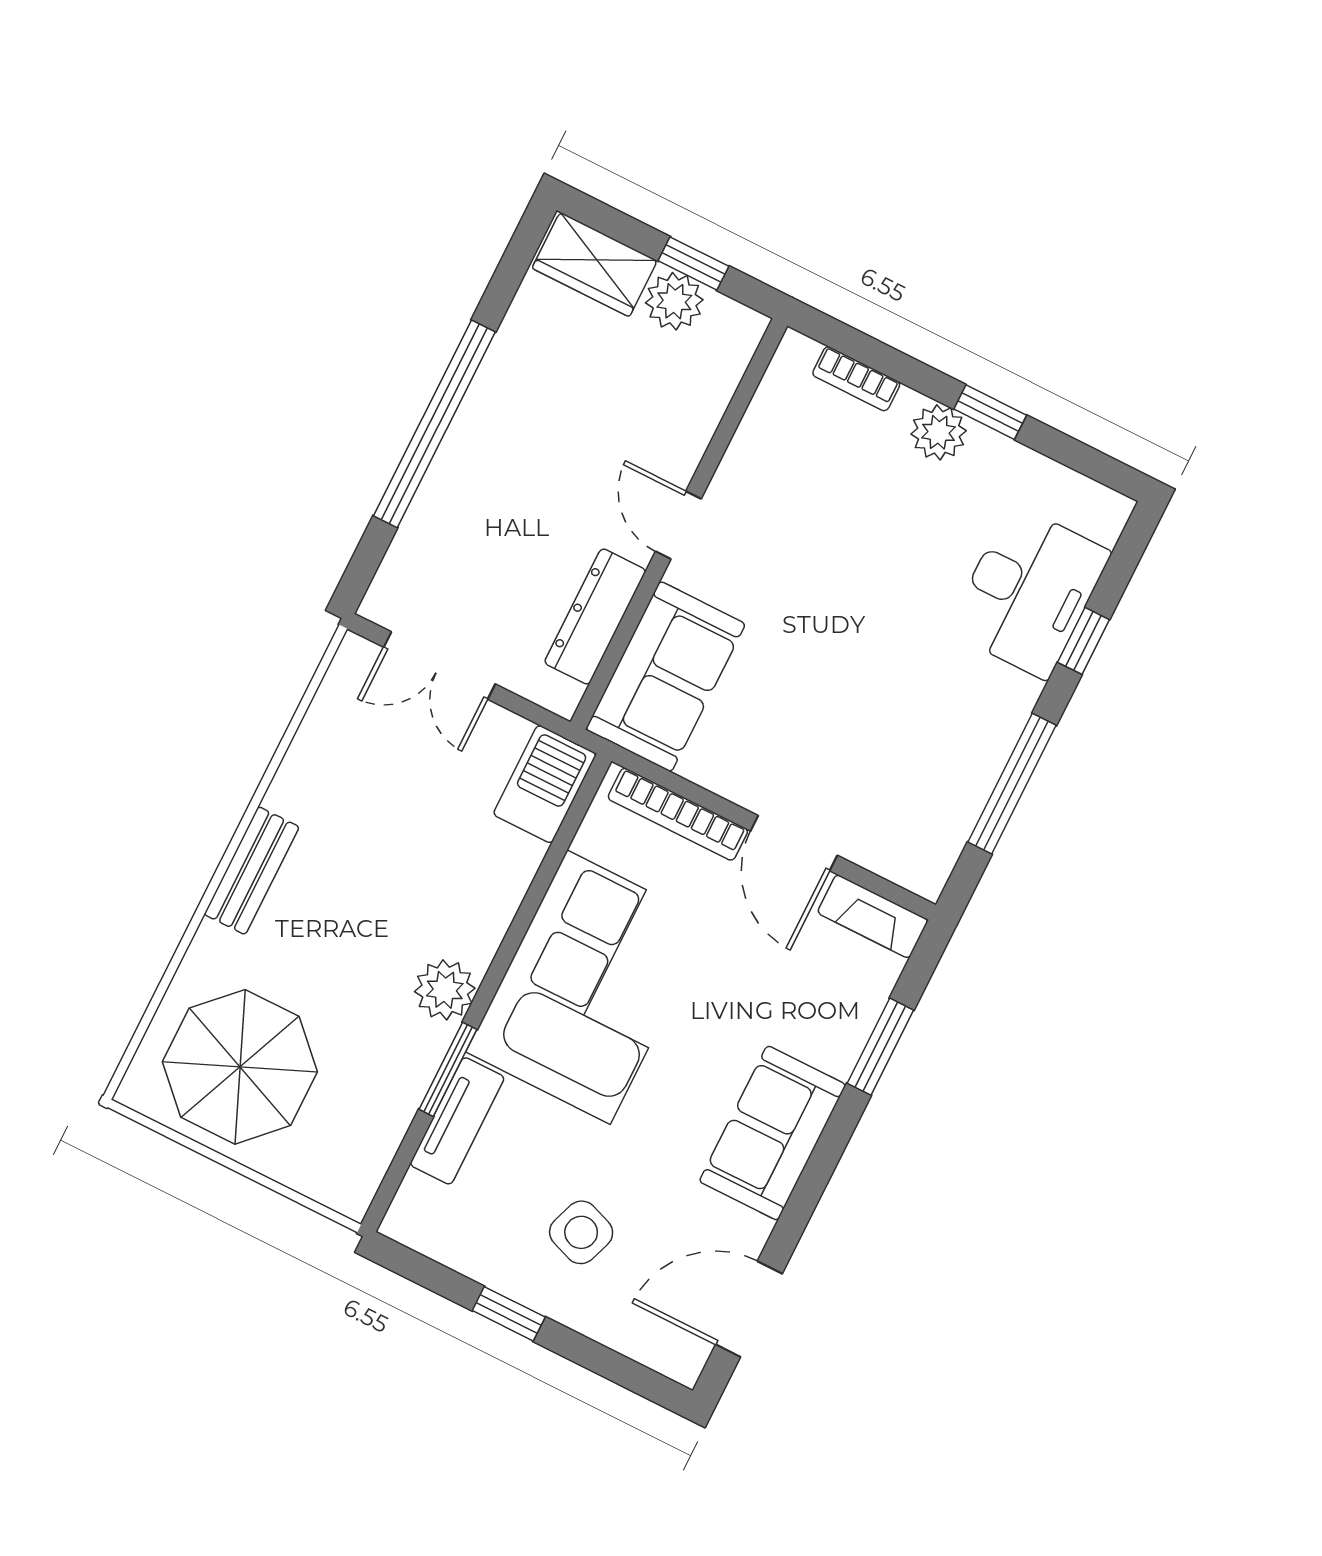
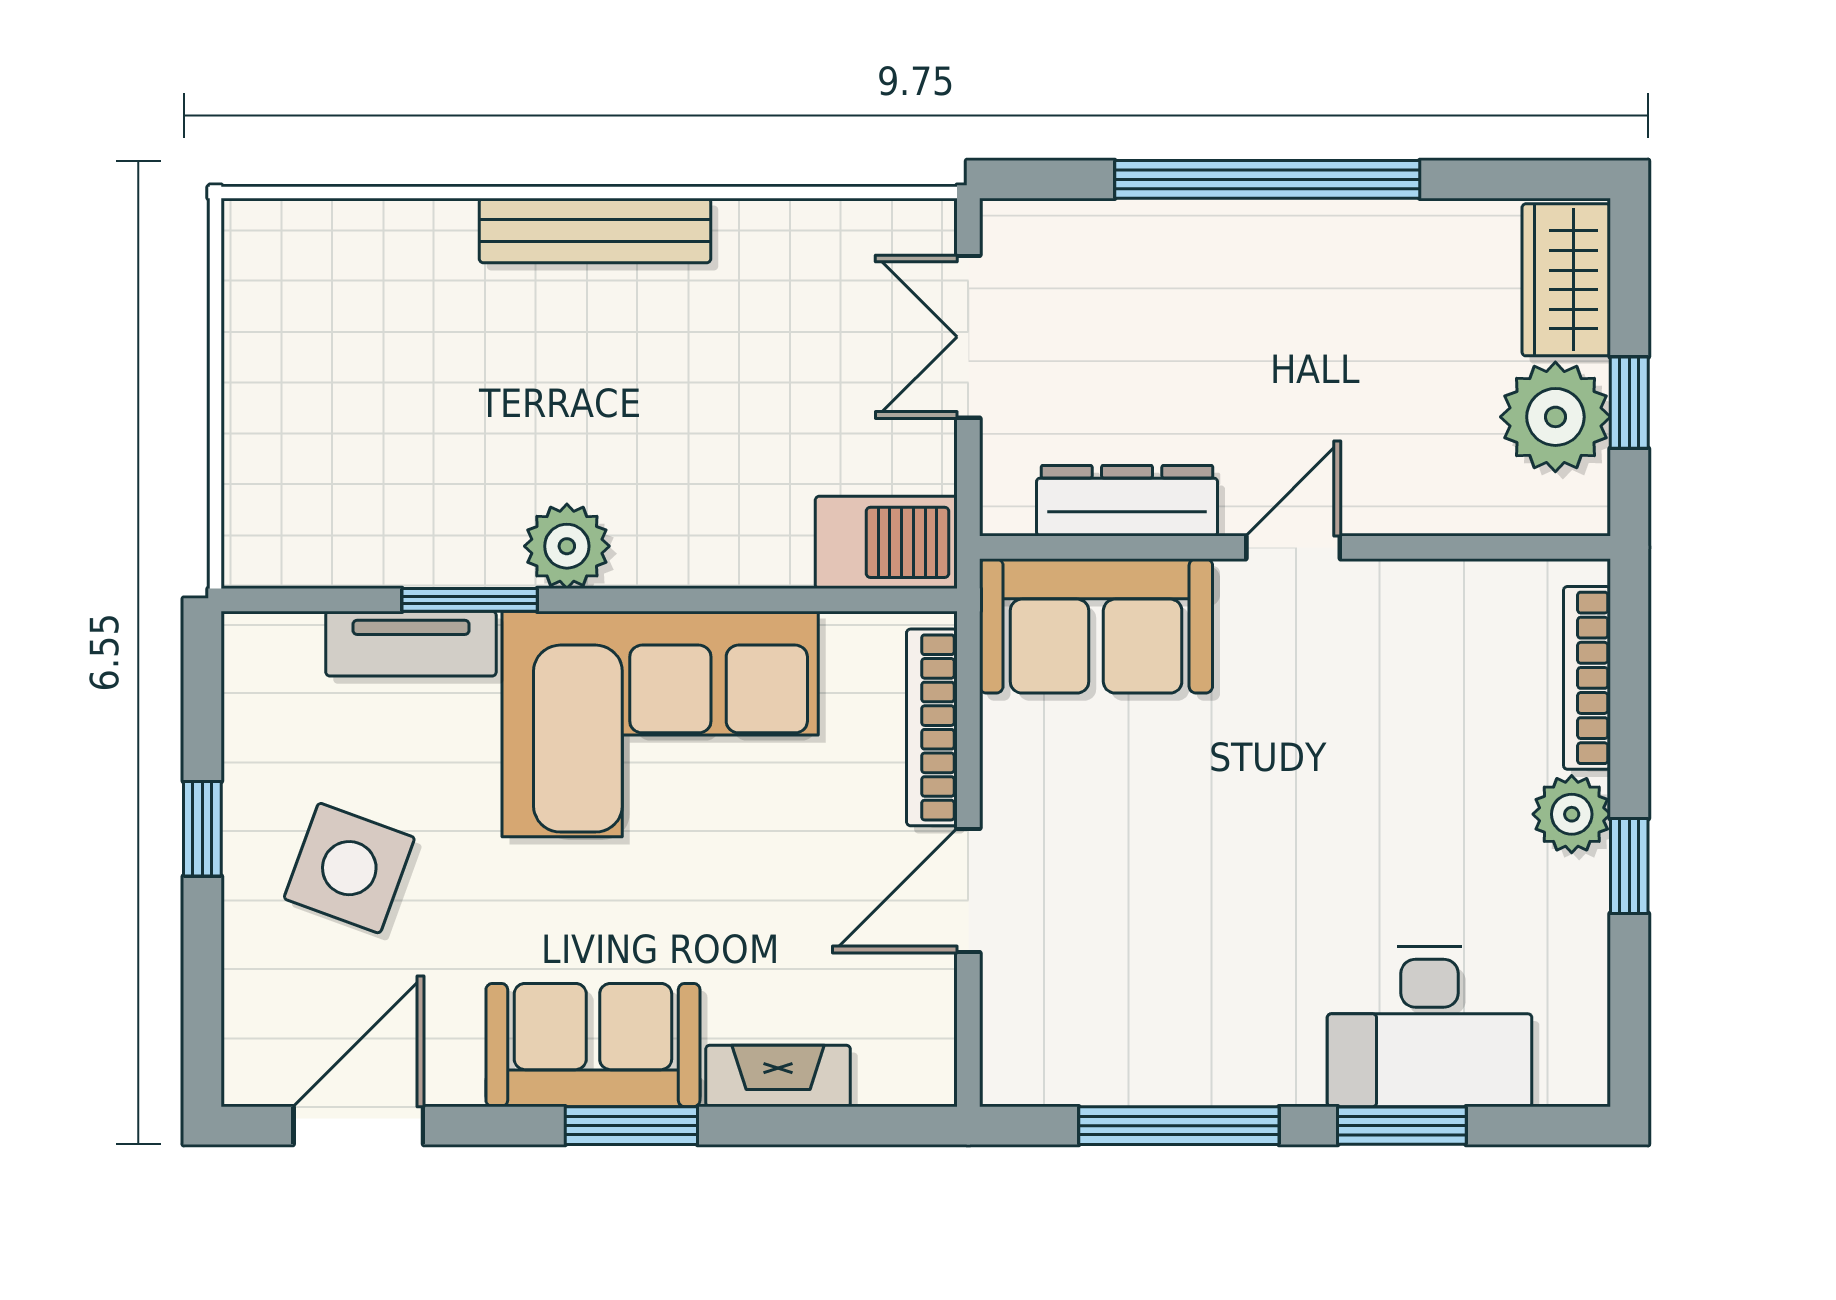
plant: (674, 301) -> (1555, 417), width x1.36, depth x1.36
bookcase: (856, 379) -> (1587, 678), width x1.56
window: (1083, 641) -> (1402, 1126), width x1.50
bench: (252, 871) -> (595, 230), width x1.36
fireplace: (873, 916) -> (778, 1076), moved, turned 90
window: (880, 1047) -> (631, 1126), moved
parasol: (240, 1067) -> (343, 339), removed
side table: (581, 1232) -> (349, 868), width x1.37, depth x1.37
door: (749, 1309) -> (358, 1126), hinge flipped

